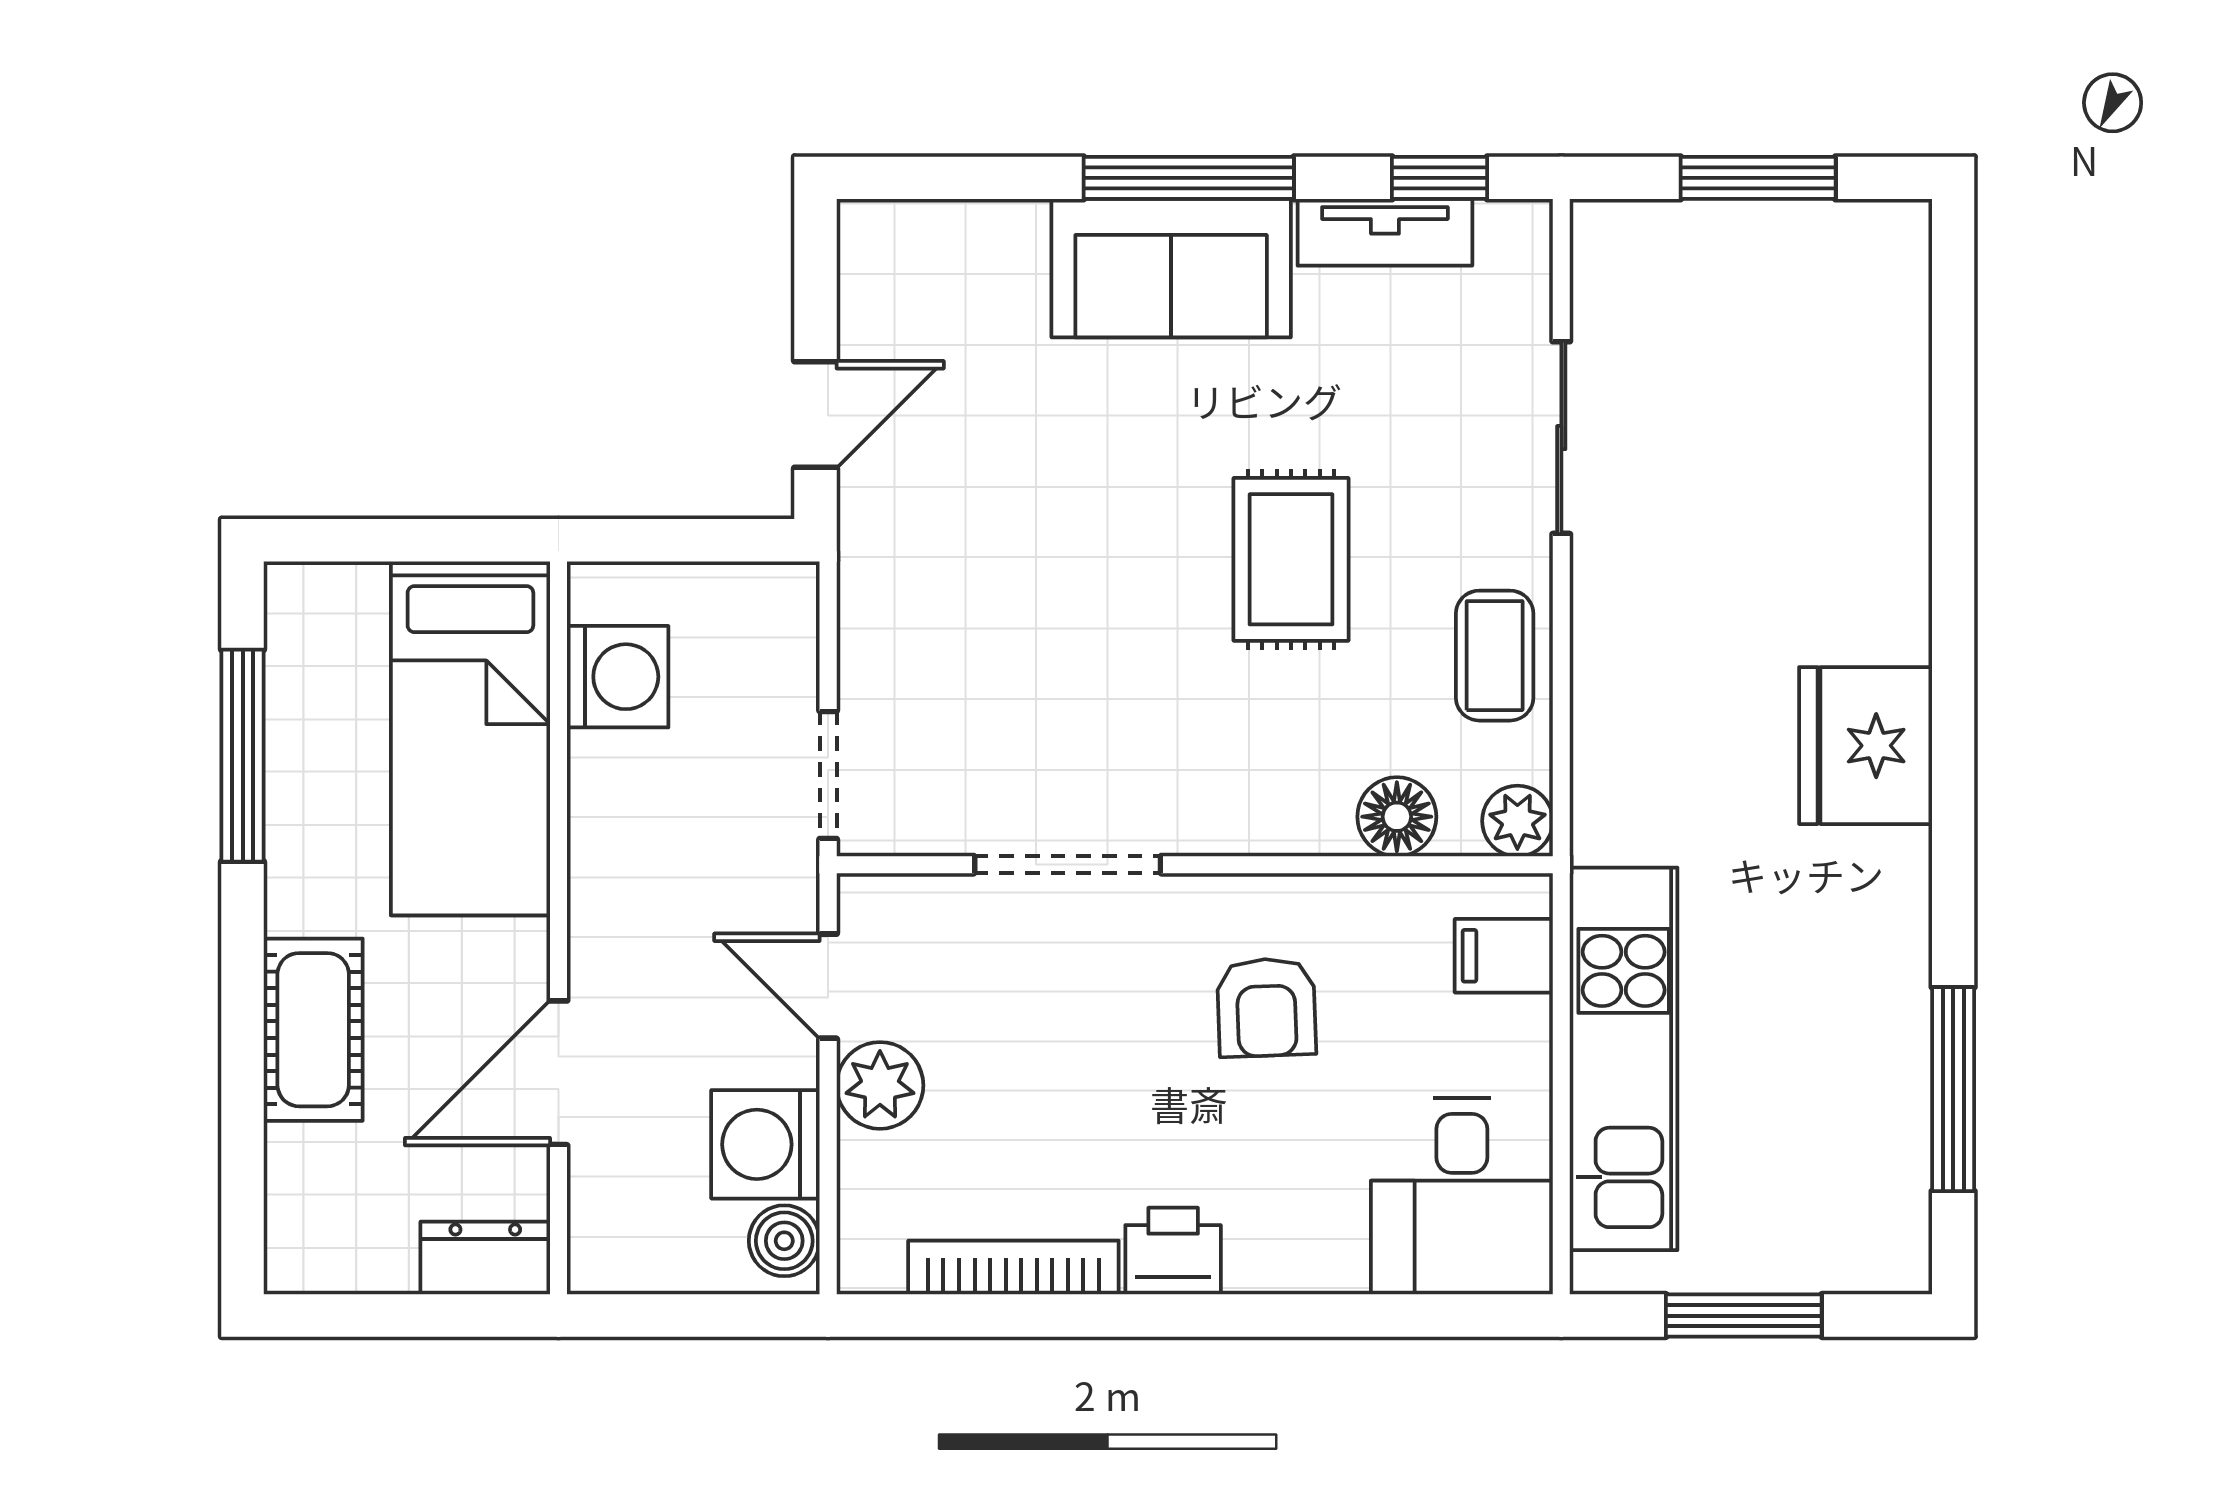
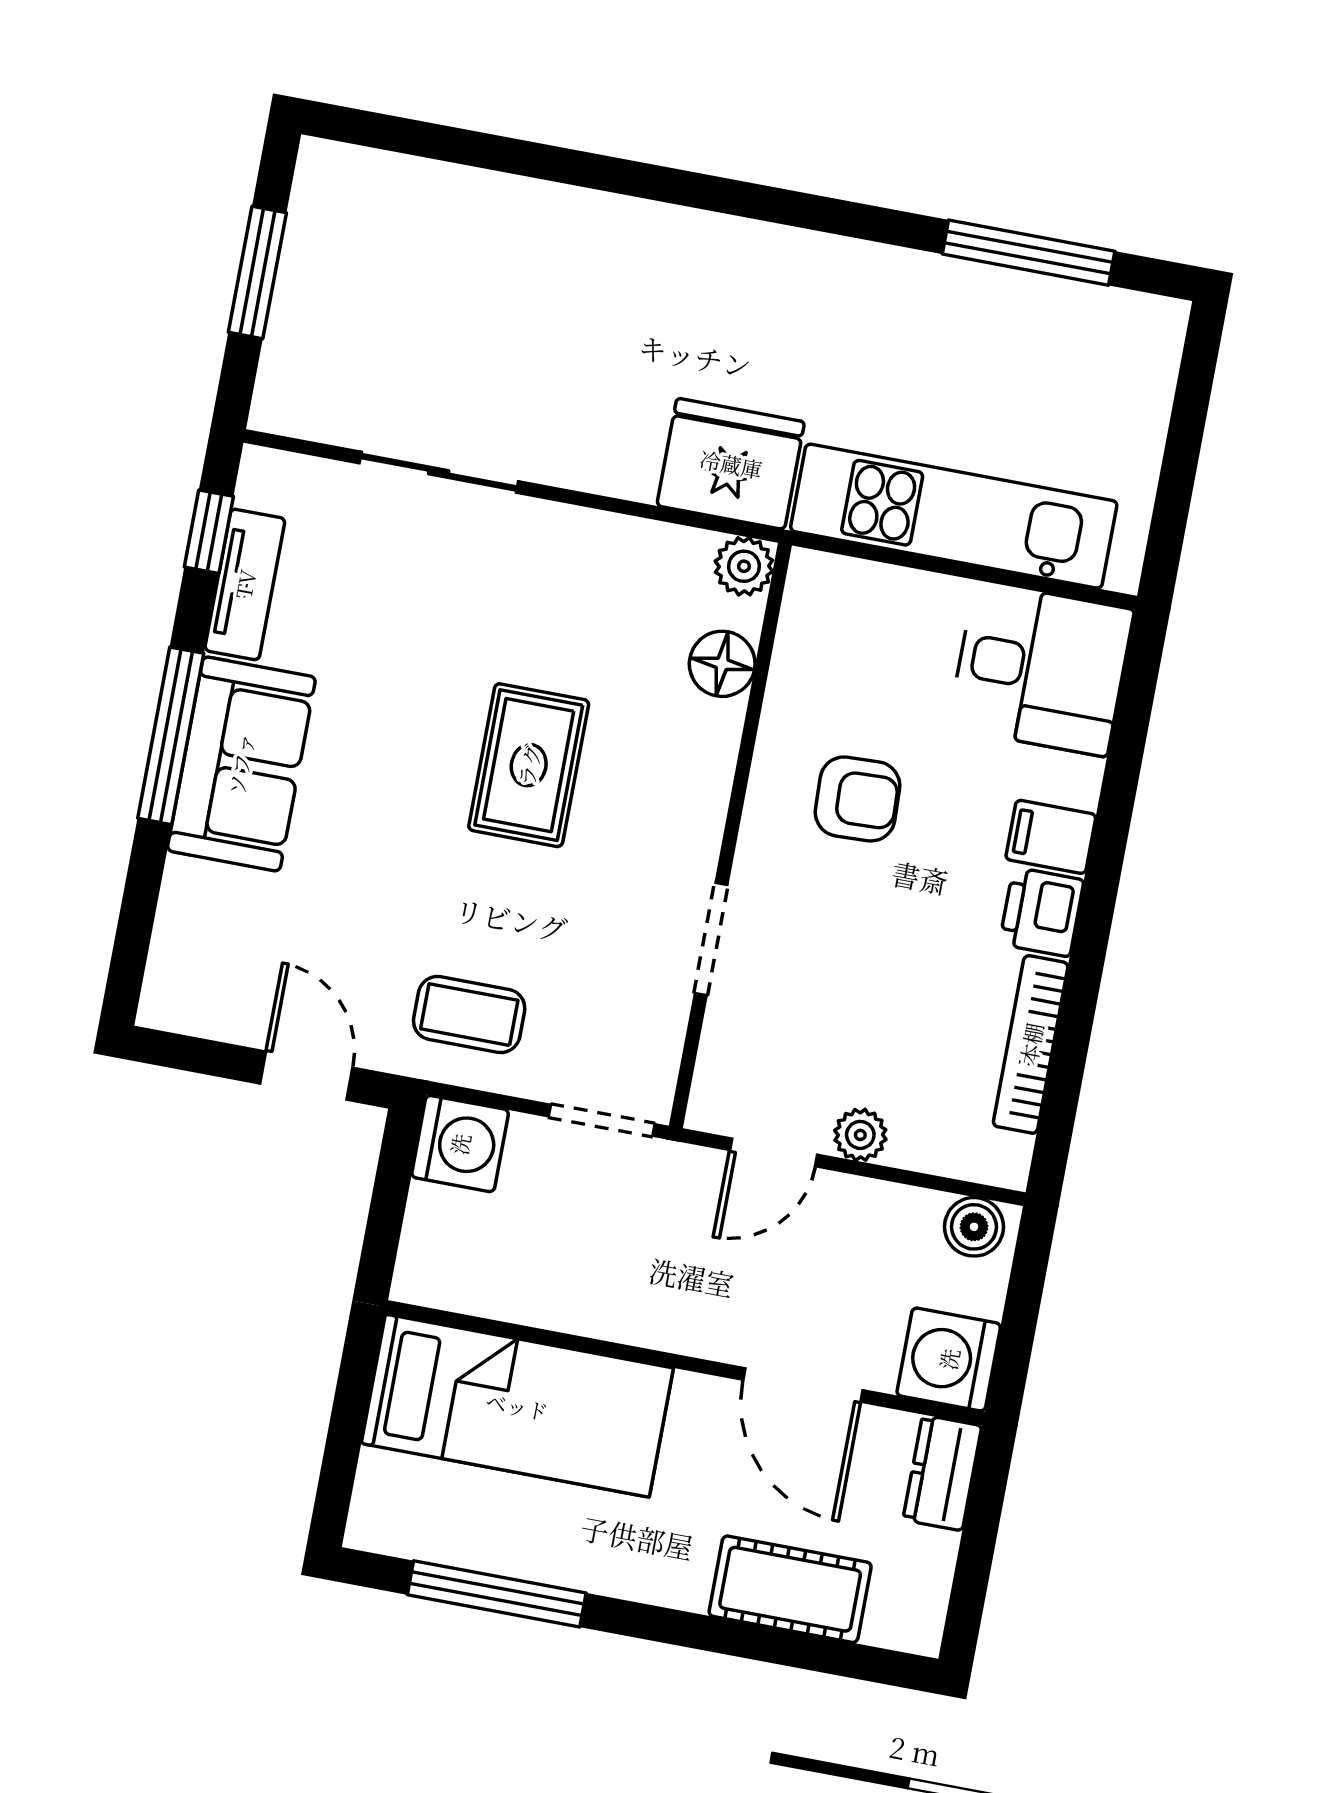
rug: (1291, 559) -> (529, 765), moved, turned 90
coffee table: (1495, 656) -> (469, 1015), moved
washing machine: (618, 677) -> (460, 1144), moved, turned 90
fridge: (1866, 746) -> (731, 464), moved, turned 180
doorway: (1068, 865) -> (711, 939), width x0.73
filing cabinet: (1504, 956) -> (1051, 837), moved, turned 90
cot: (313, 1030) -> (790, 1589), moved
plant: (880, 1085) -> (860, 1135), width x0.73, depth x0.73
washing machine: (765, 1144) -> (949, 1359), moved, turned 90
window: (1744, 1316) -> (1181, 457), removed

